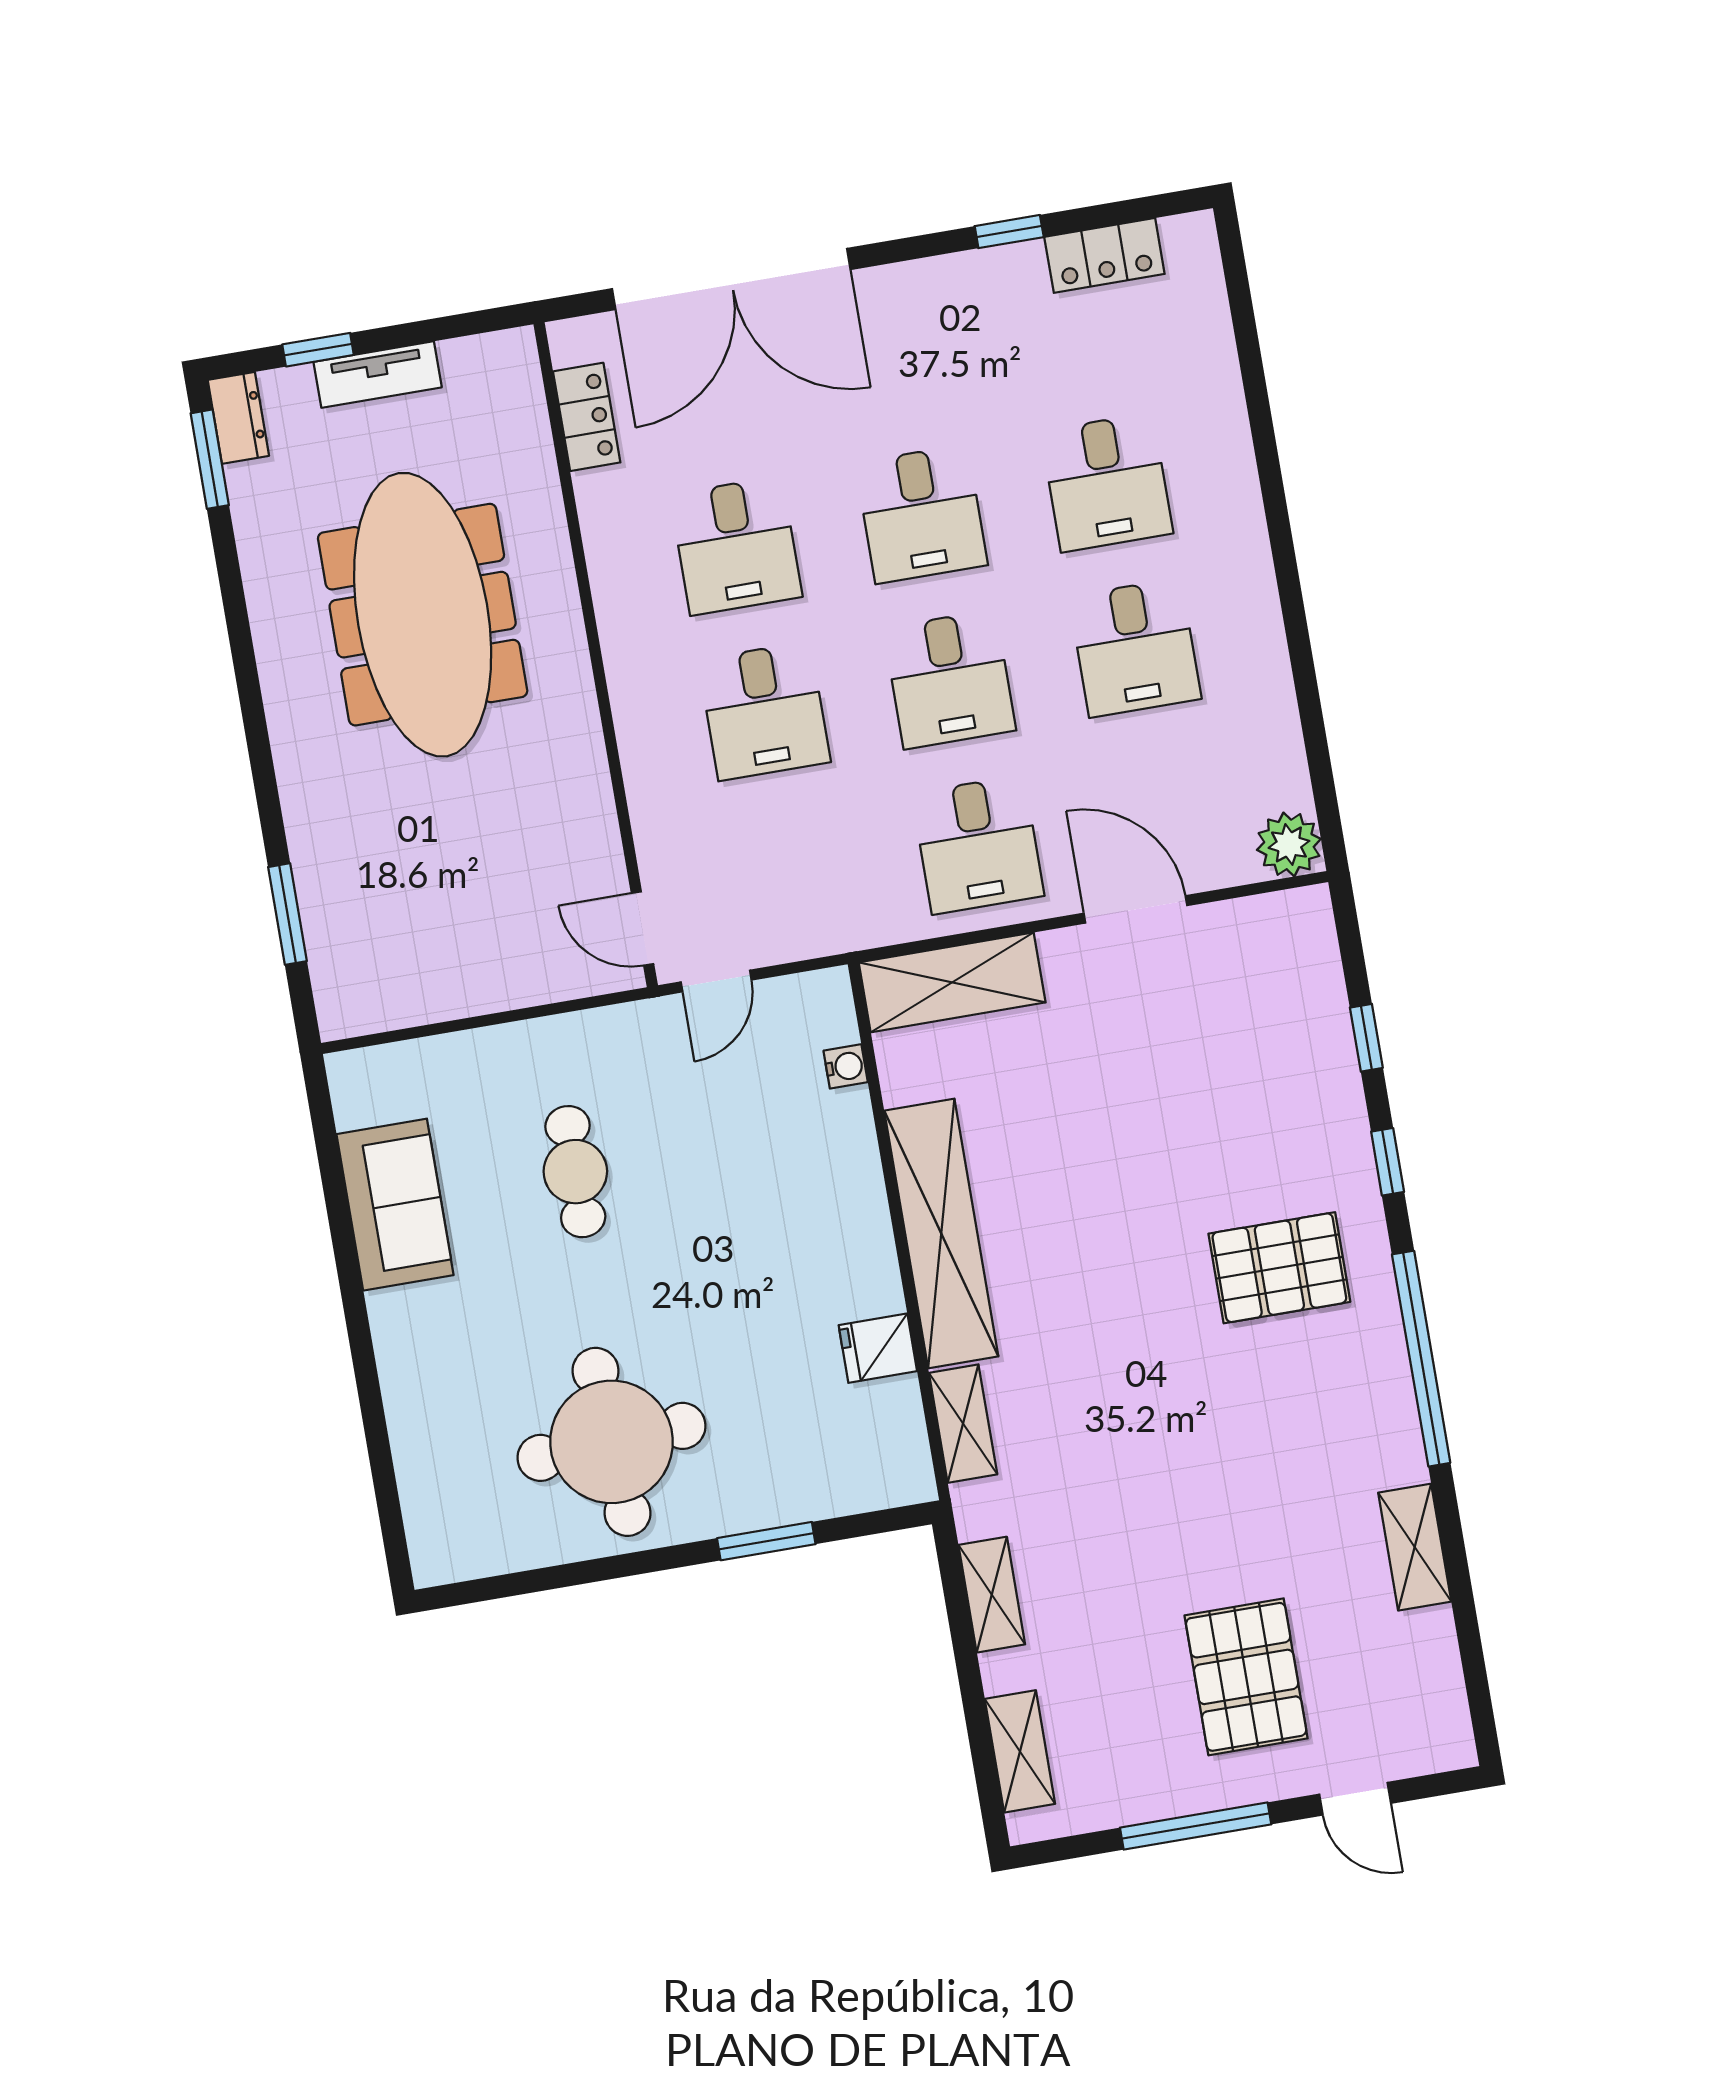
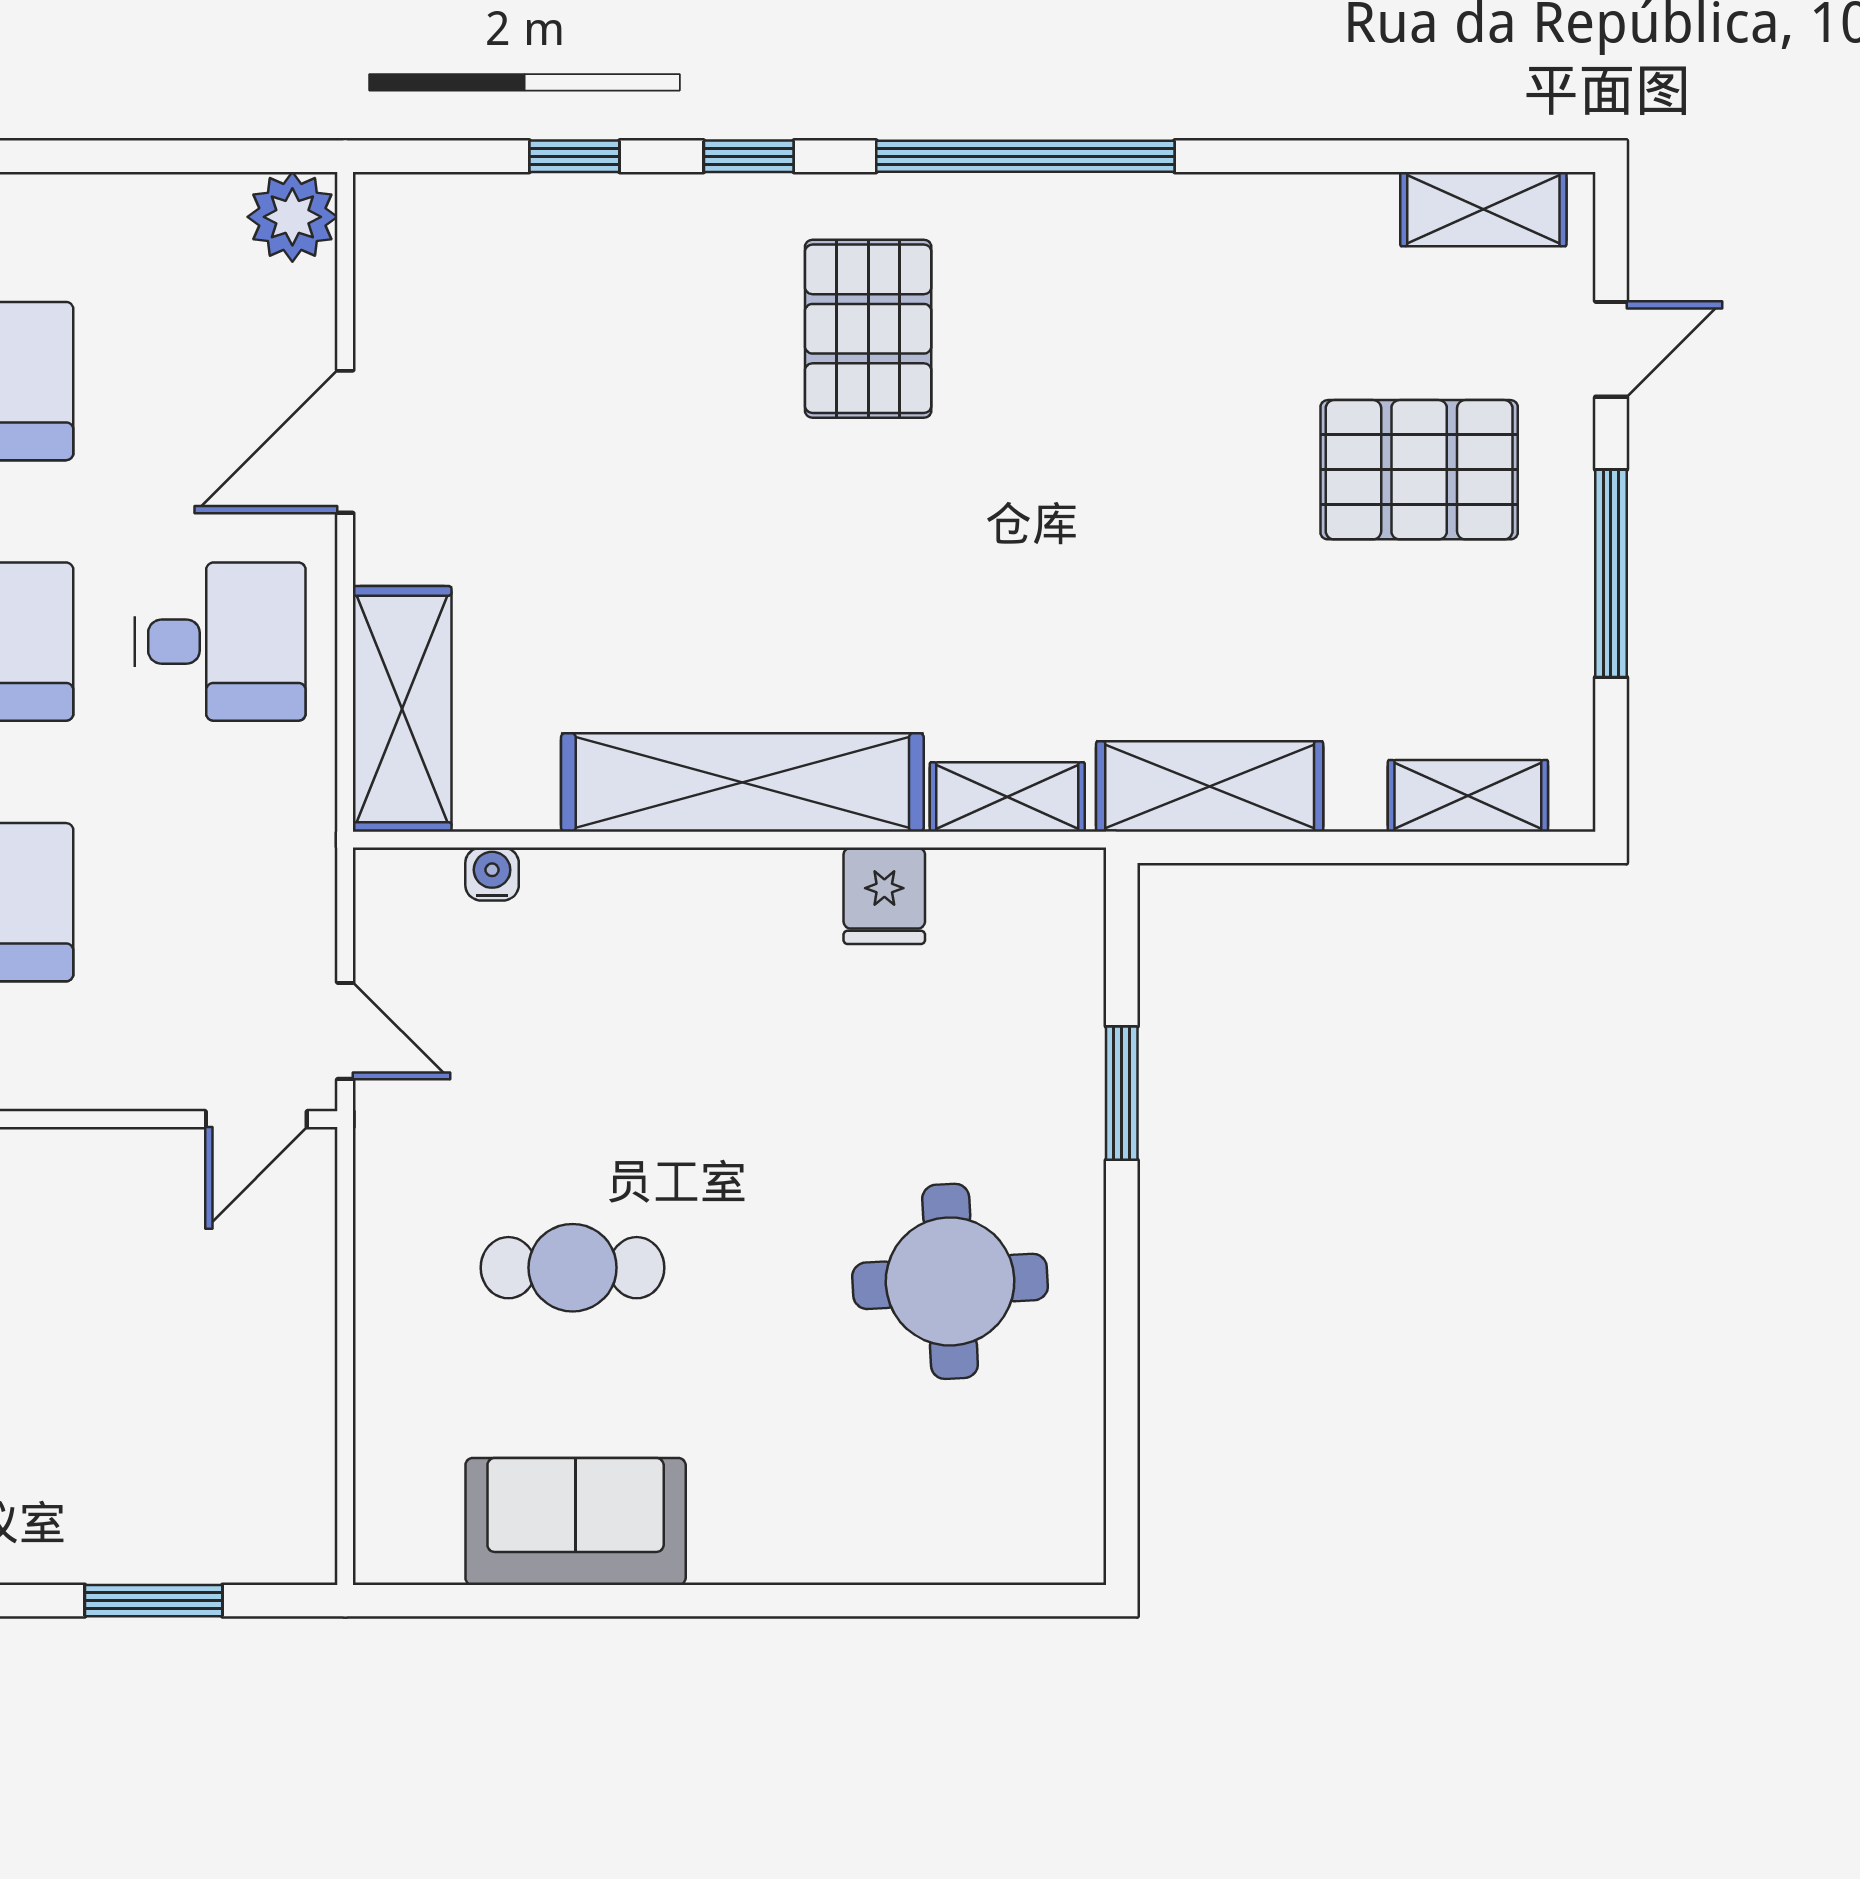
round table: (612, 1442) -> (950, 1281), width x0.73, depth x0.73
shelving: (1415, 1547) -> (1483, 209), moved
shelving: (992, 1595) -> (1210, 786), width x1.50, depth x1.33

